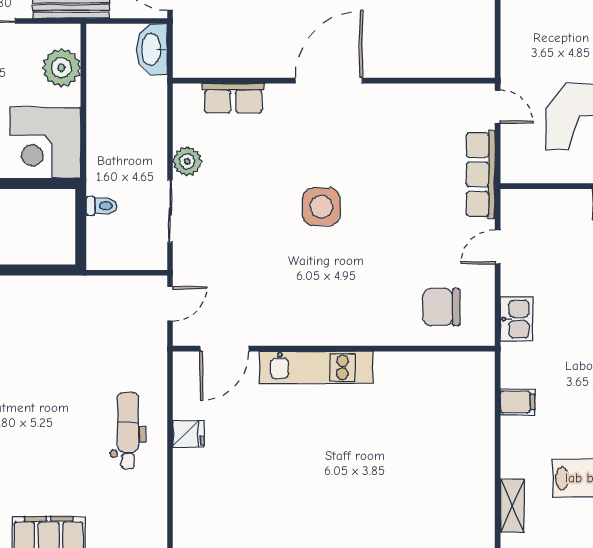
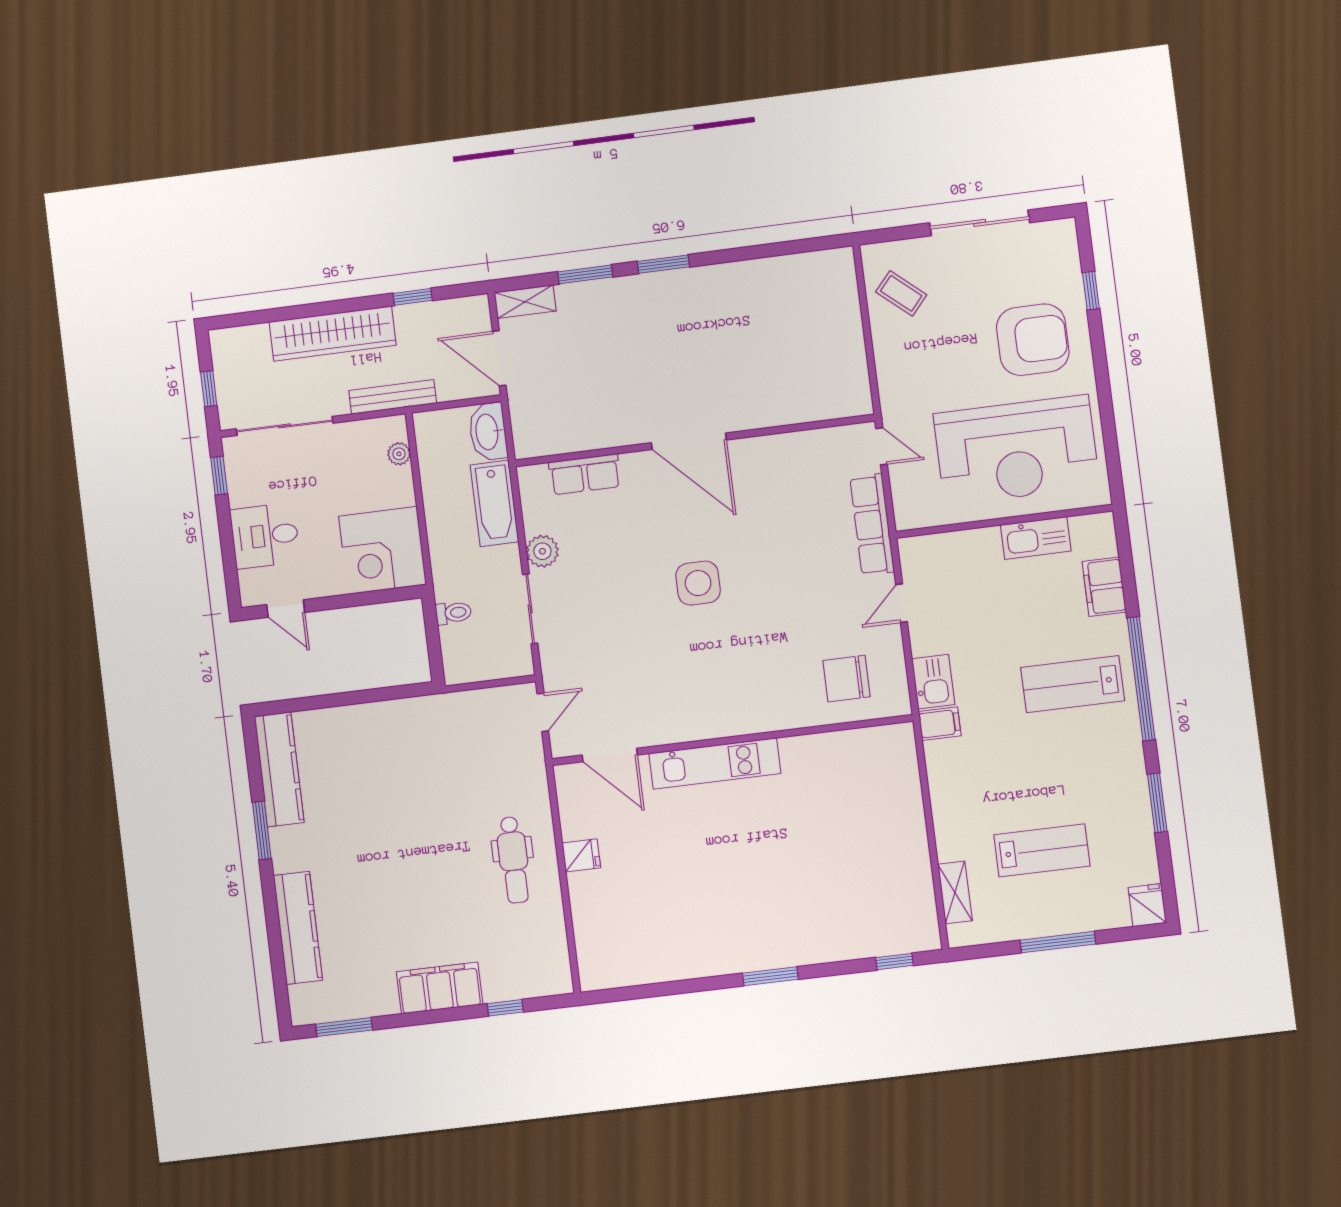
plant: (61, 68) -> (399, 454), width x0.53, depth x0.53
door: (329, 81) -> (689, 441), swing flipped
bathtub: (150, 114) -> (494, 503), added
door: (224, 349) -> (610, 755), hinge flipped
filing cabinet: (518, 402) -> (940, 724), moved
dental chair: (128, 430) -> (513, 860), turned 180

